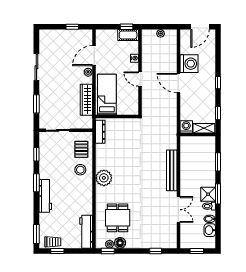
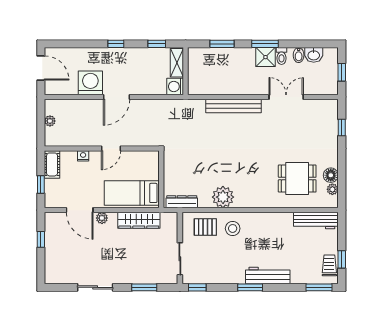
window: (127, 27) -> (41, 185), moved
window: (36, 154) -> (197, 287), moved
plant: (104, 178) -> (223, 197), moved
window: (108, 251) -> (342, 192), removed

